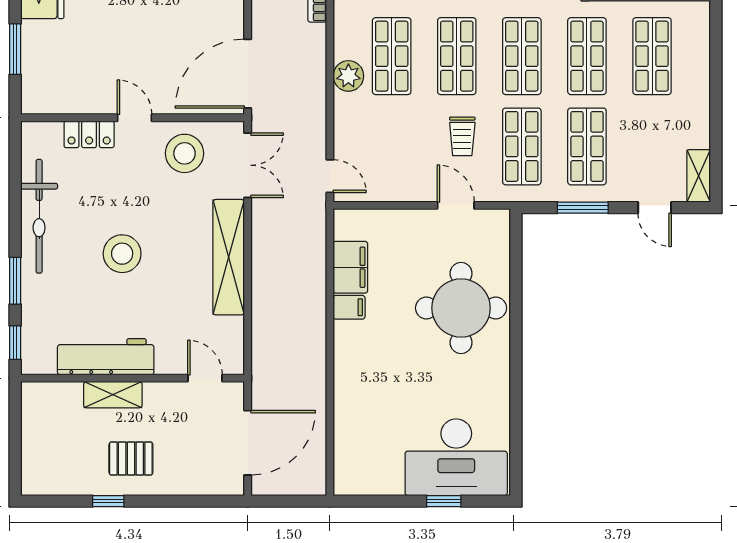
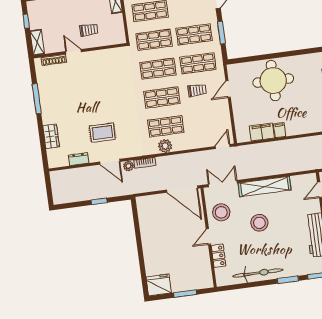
plant: (348, 76) -> (165, 146), moved
stool: (122, 254) -> (259, 223), moved

